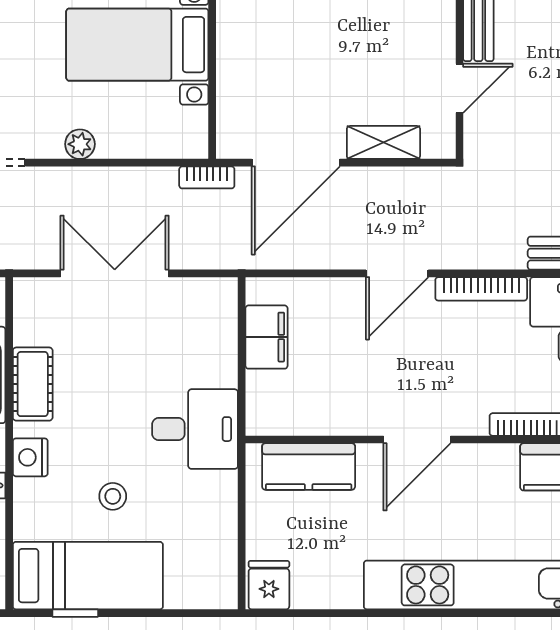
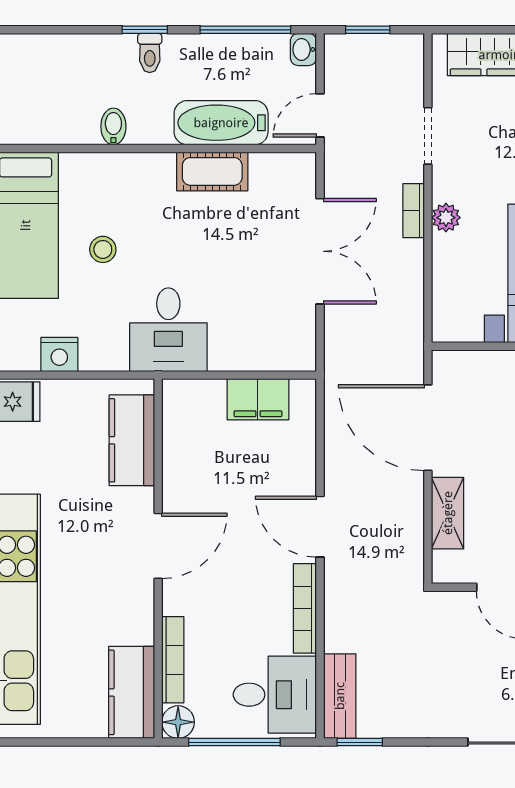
bookcase: (207, 177) -> (414, 211), moved
door: (417, 440) -> (158, 546), swing flipped
nightstand: (30, 457) -> (59, 354), moved, turned 180

